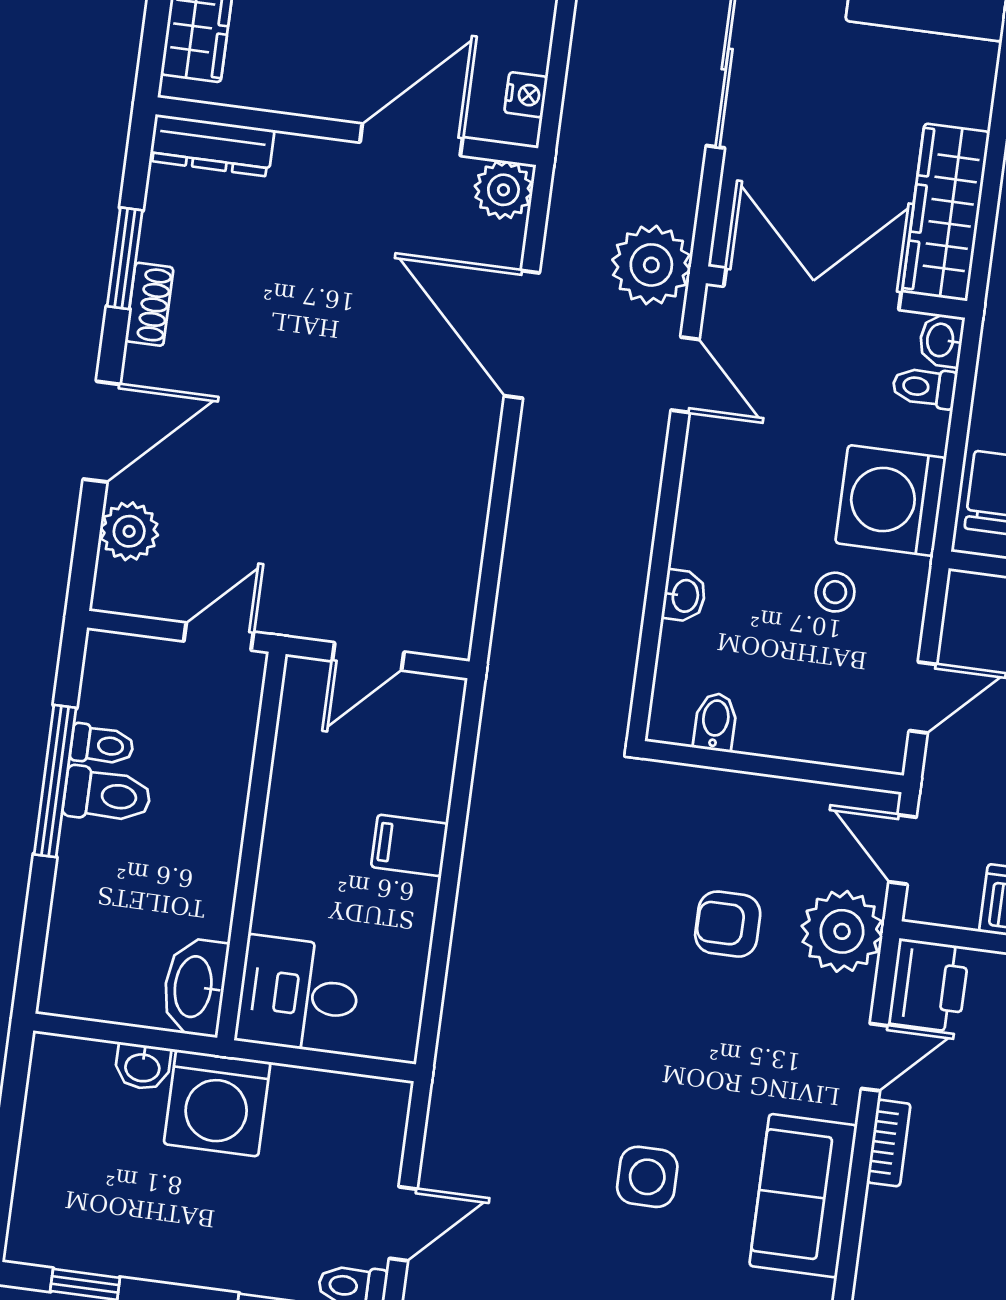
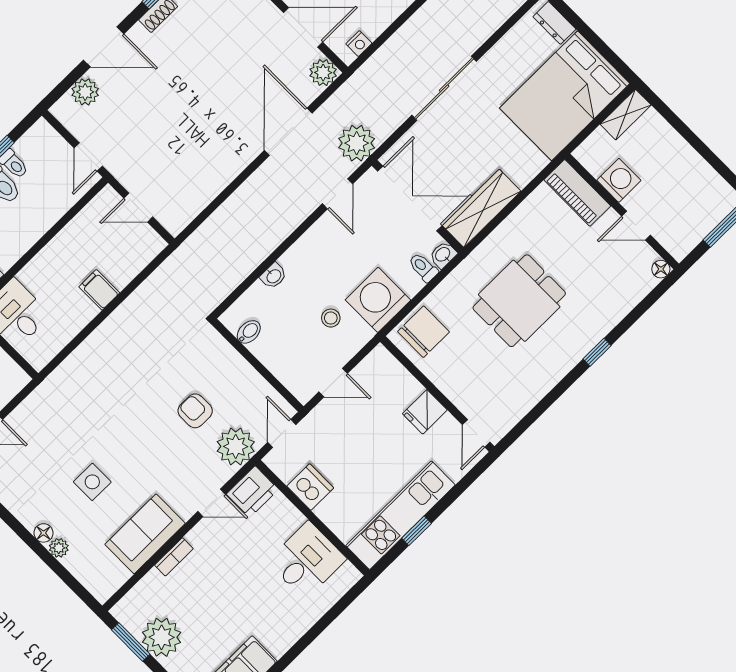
door: (219, 637) -> (88, 157), swing flipped
bookcase: (889, 1143) -> (174, 557), moved

